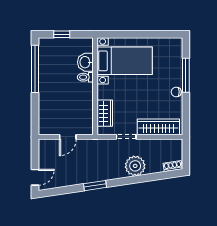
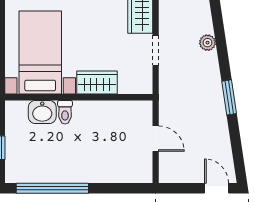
wardrobe: (105, 113) -> (97, 83), moved
plant: (135, 166) -> (207, 43), width x0.53, depth x0.53

